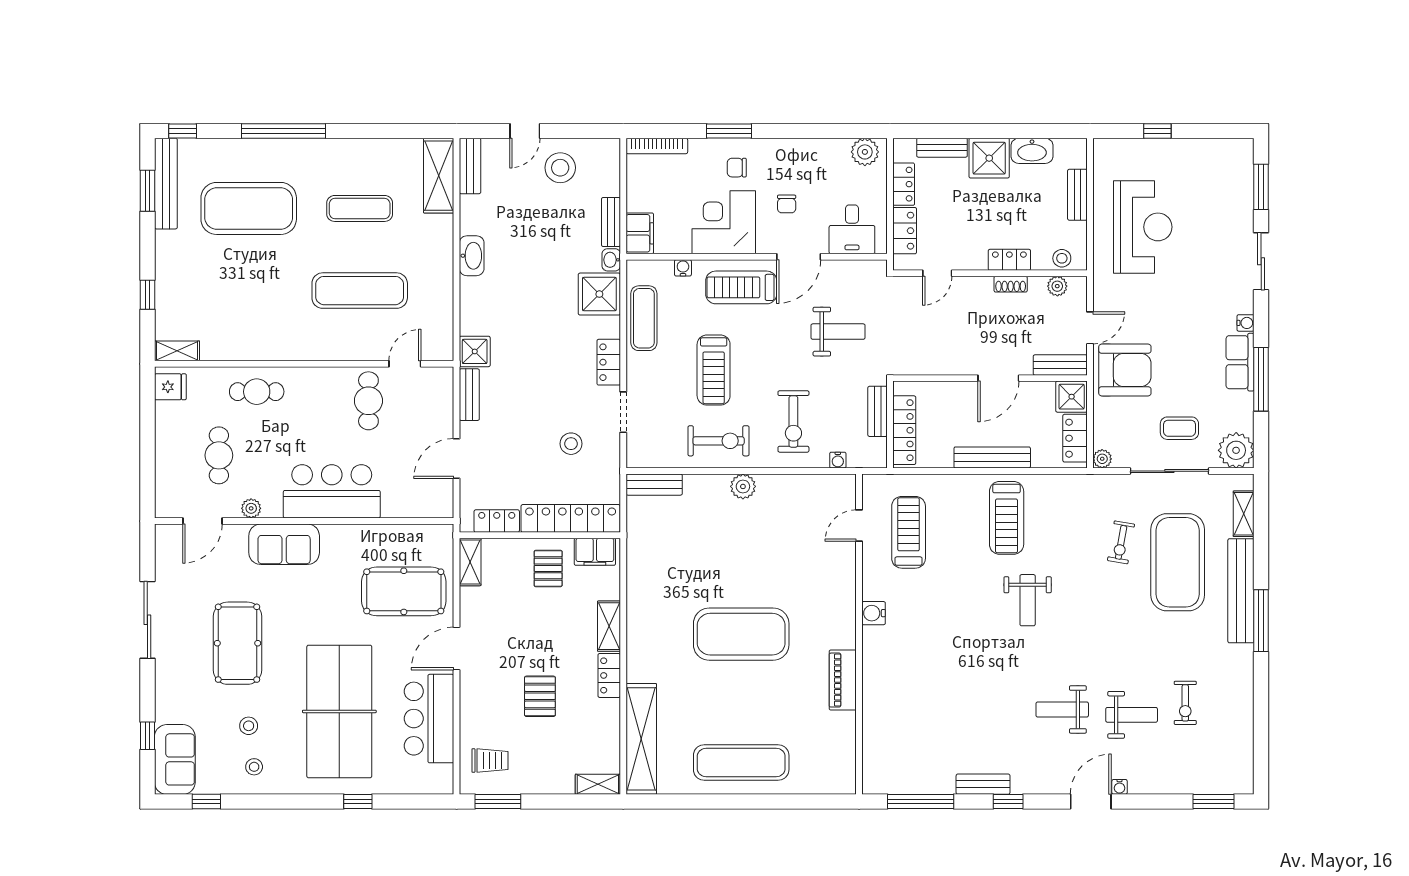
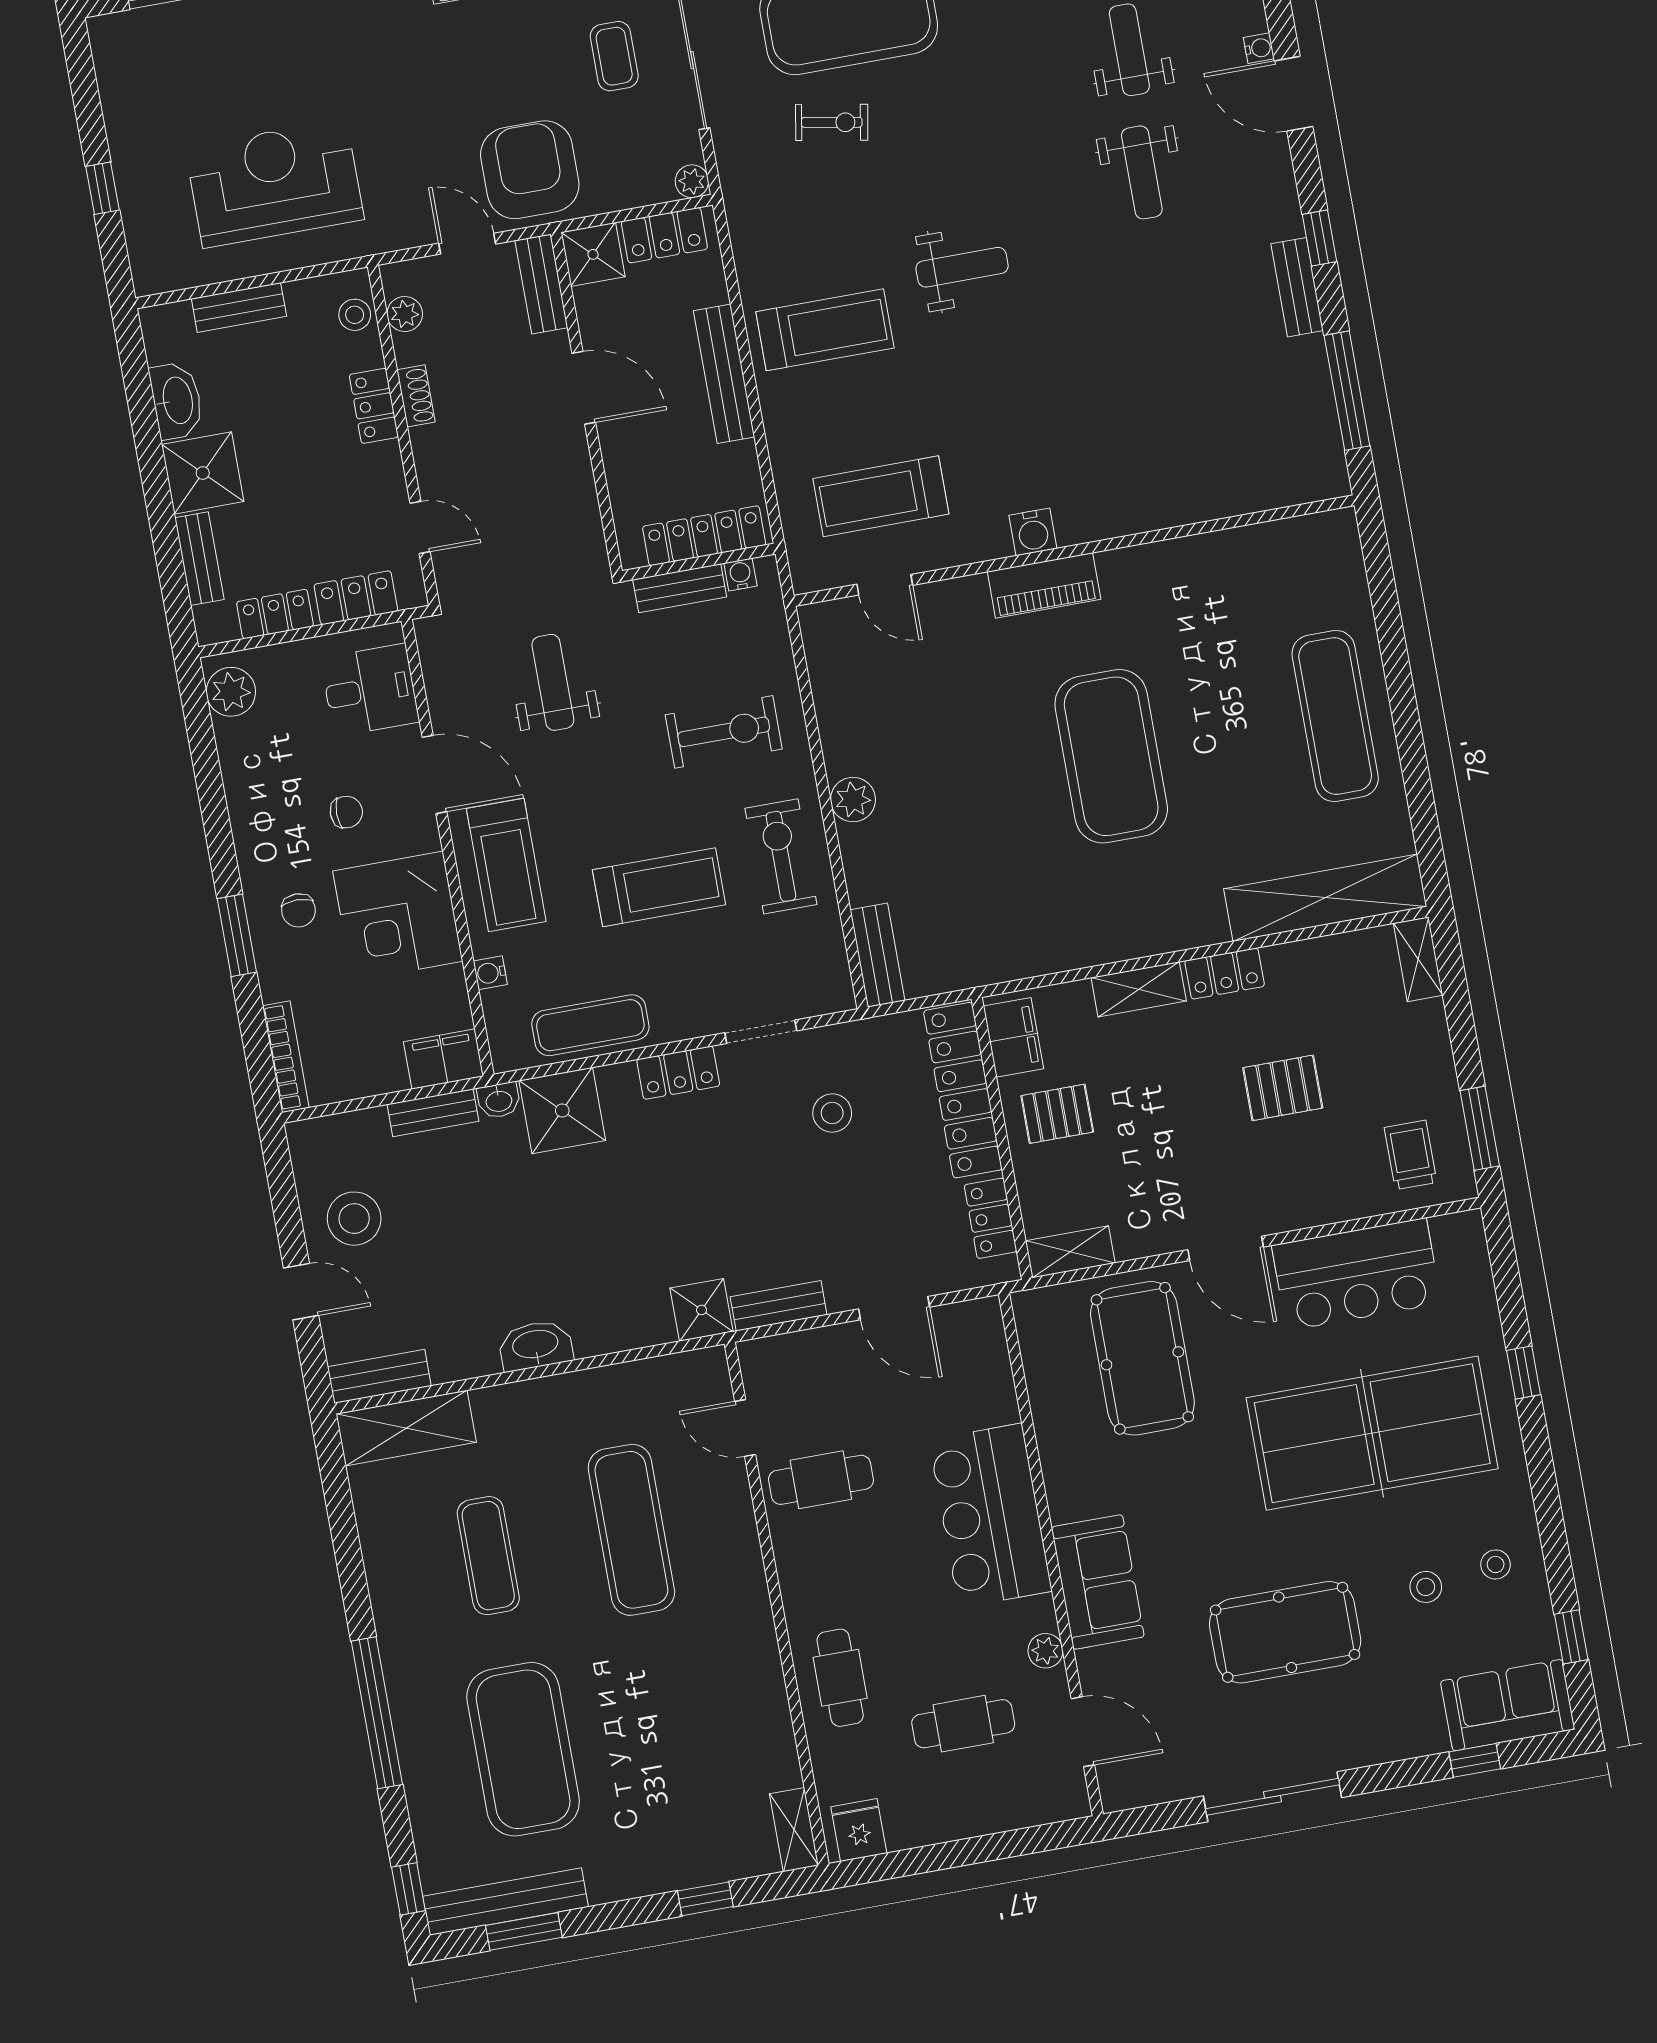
water cooler: (838, 460) -> (740, 575), moved, turned -90
piano: (843, 680) -> (1044, 585), moved

